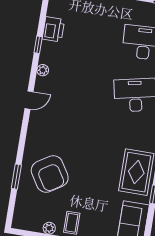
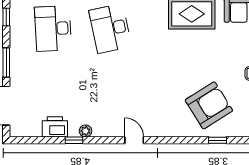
plant: (43, 70) -> (86, 131), moved
window: (16, 177) -> (218, 140), width x0.67

